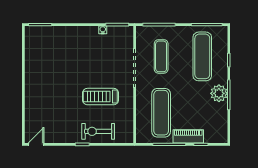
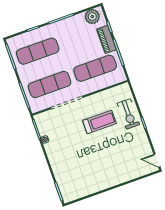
exercise mat: (161, 56) -> (50, 85), width x1.36, depth x1.45
plant: (219, 93) -> (92, 17), moved
treadmill: (101, 97) -> (100, 122), turned -90

